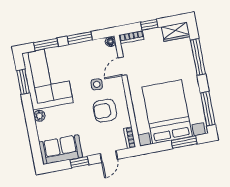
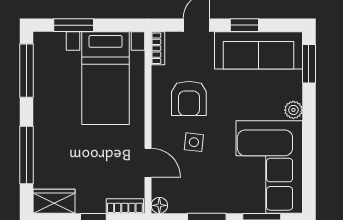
door: (122, 66) -> (148, 163), hinge flipped
window: (23, 82) -> (309, 64), moved
armchair: (105, 111) -> (189, 98), turned 90
bed with nightstands: (167, 112) -> (105, 78), width x0.73
sofa: (61, 150) -> (258, 50), width x1.36

